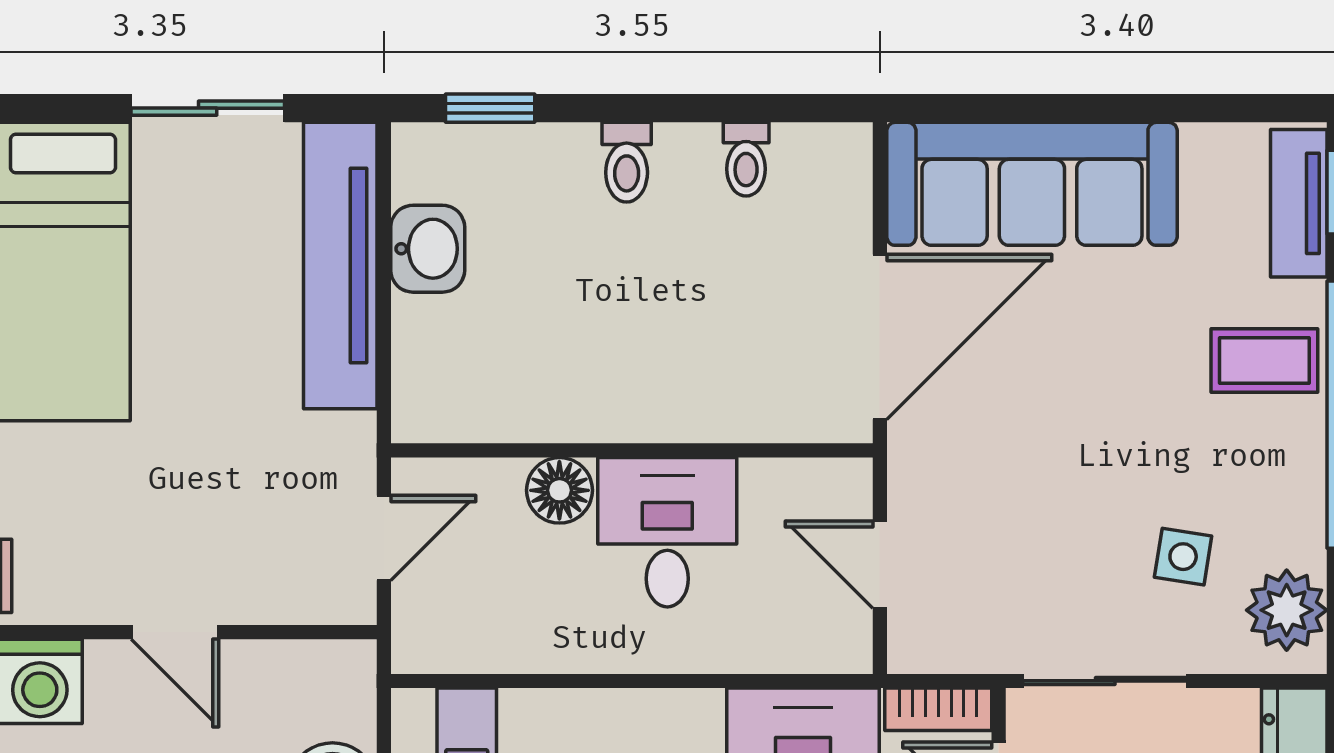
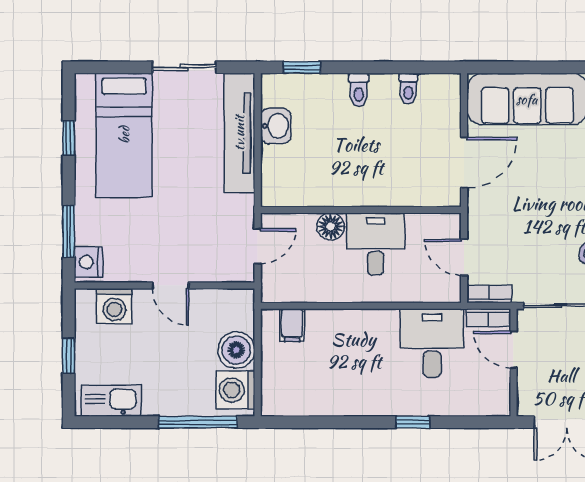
door: (880, 337) -> (464, 163), width x0.73
bookcase: (941, 653) -> (489, 294), added

